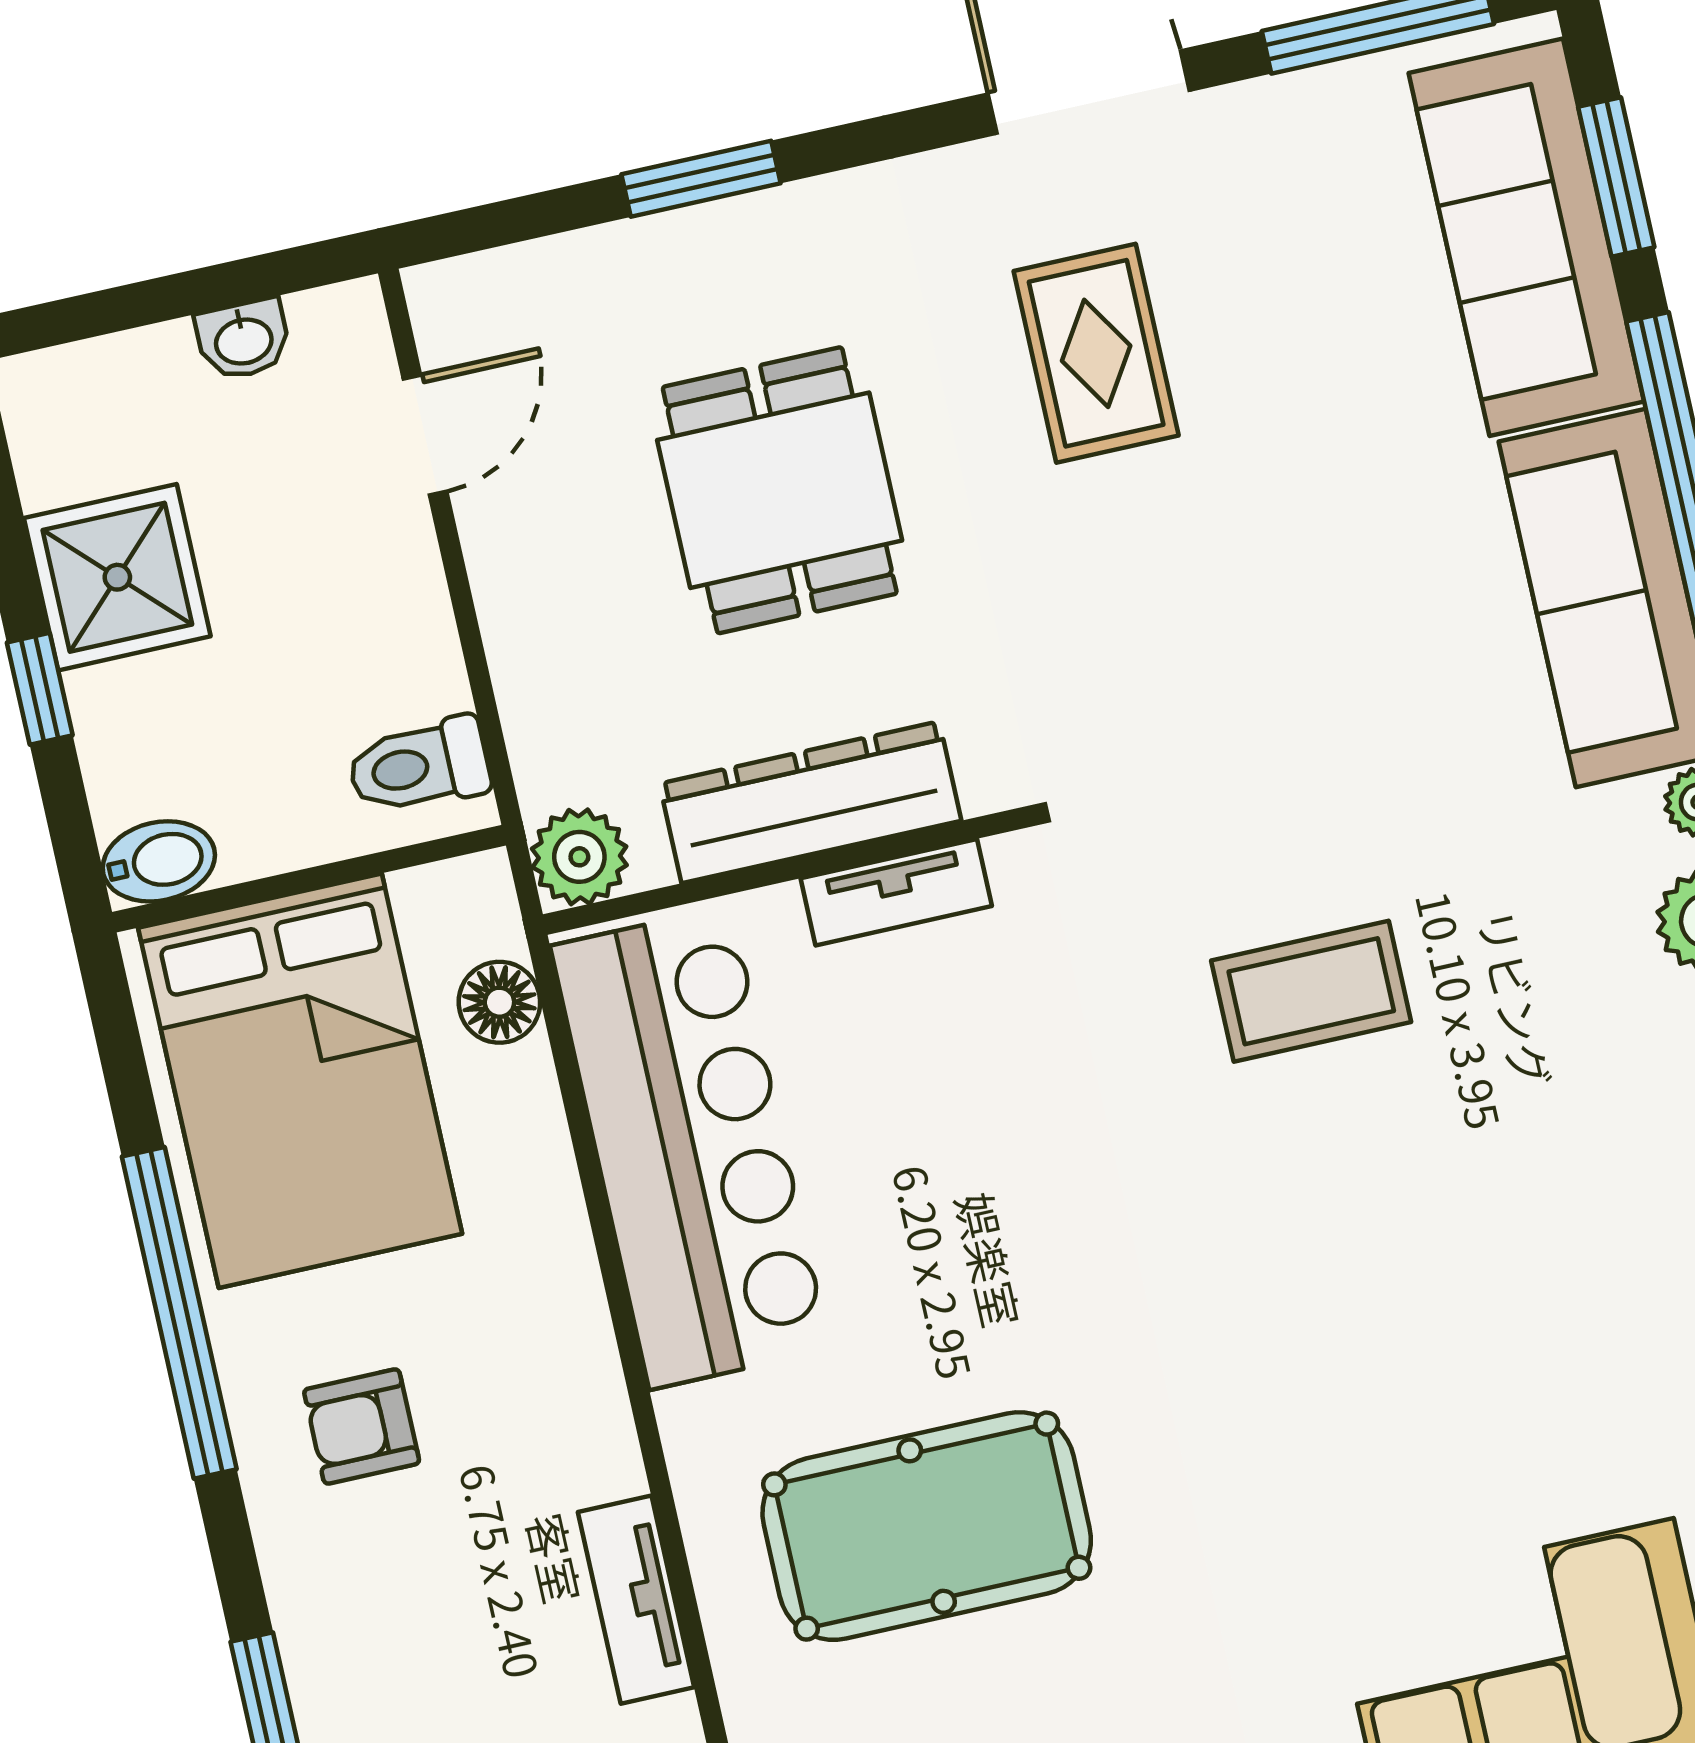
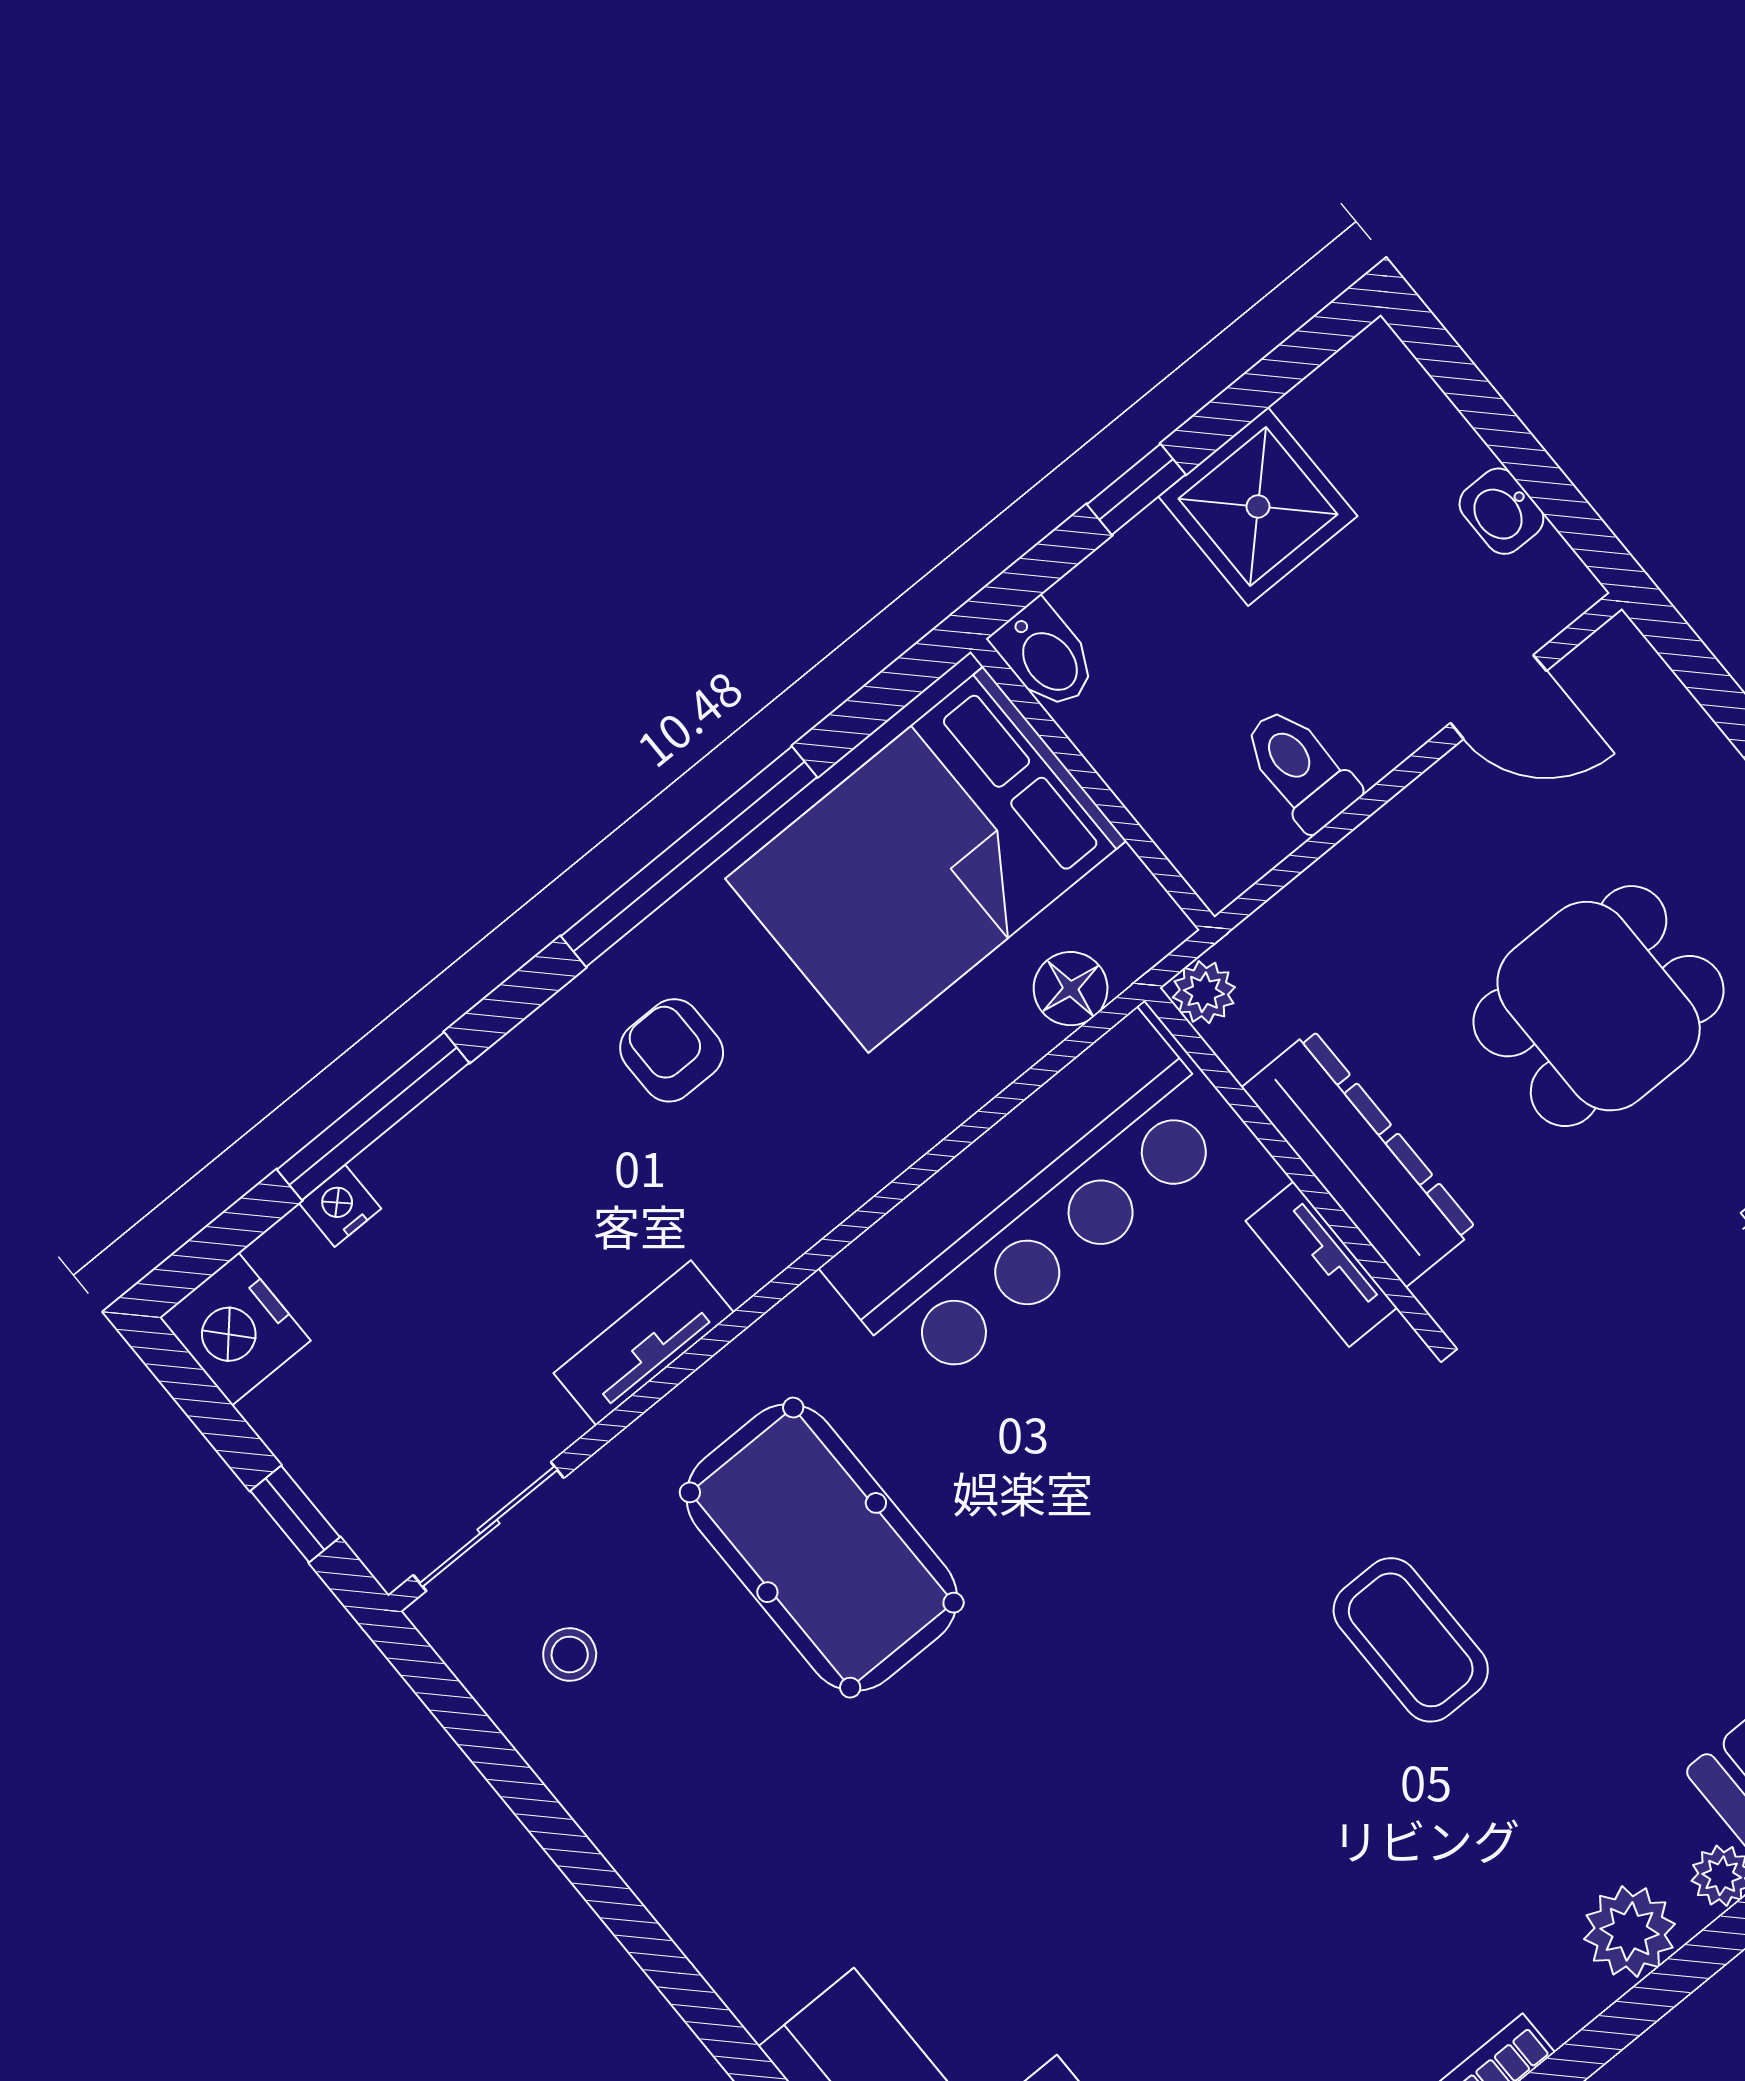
toilet: (419, 766) -> (1300, 768), moved
plant: (579, 857) -> (1204, 992), width x0.73, depth x0.73

